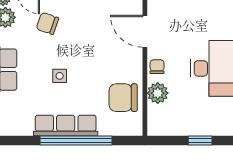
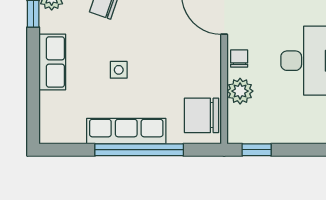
chair: (123, 98) -> (202, 115), moved
window: (200, 140) -> (257, 150), moved

